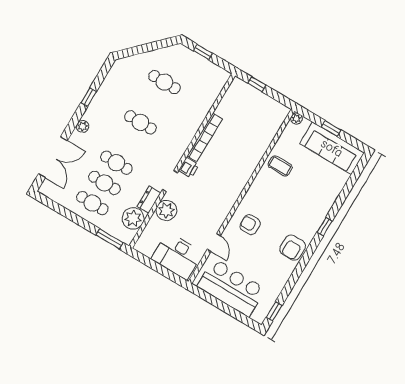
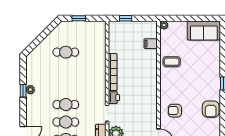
cafe table: (140, 122) -> (66, 105), moved
plant: (82, 126) -> (30, 90), moved
window: (331, 128) -> (190, 18), removed
filing cabinet: (268, 131) -> (151, 44), added
sofa: (332, 148) -> (204, 31), width x0.73

